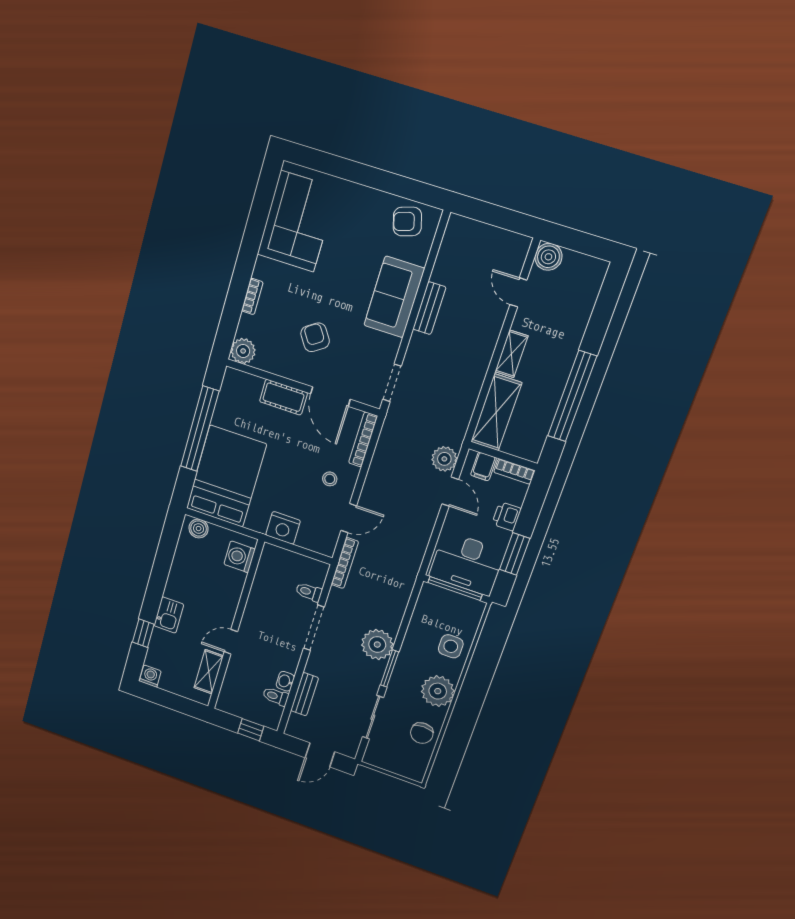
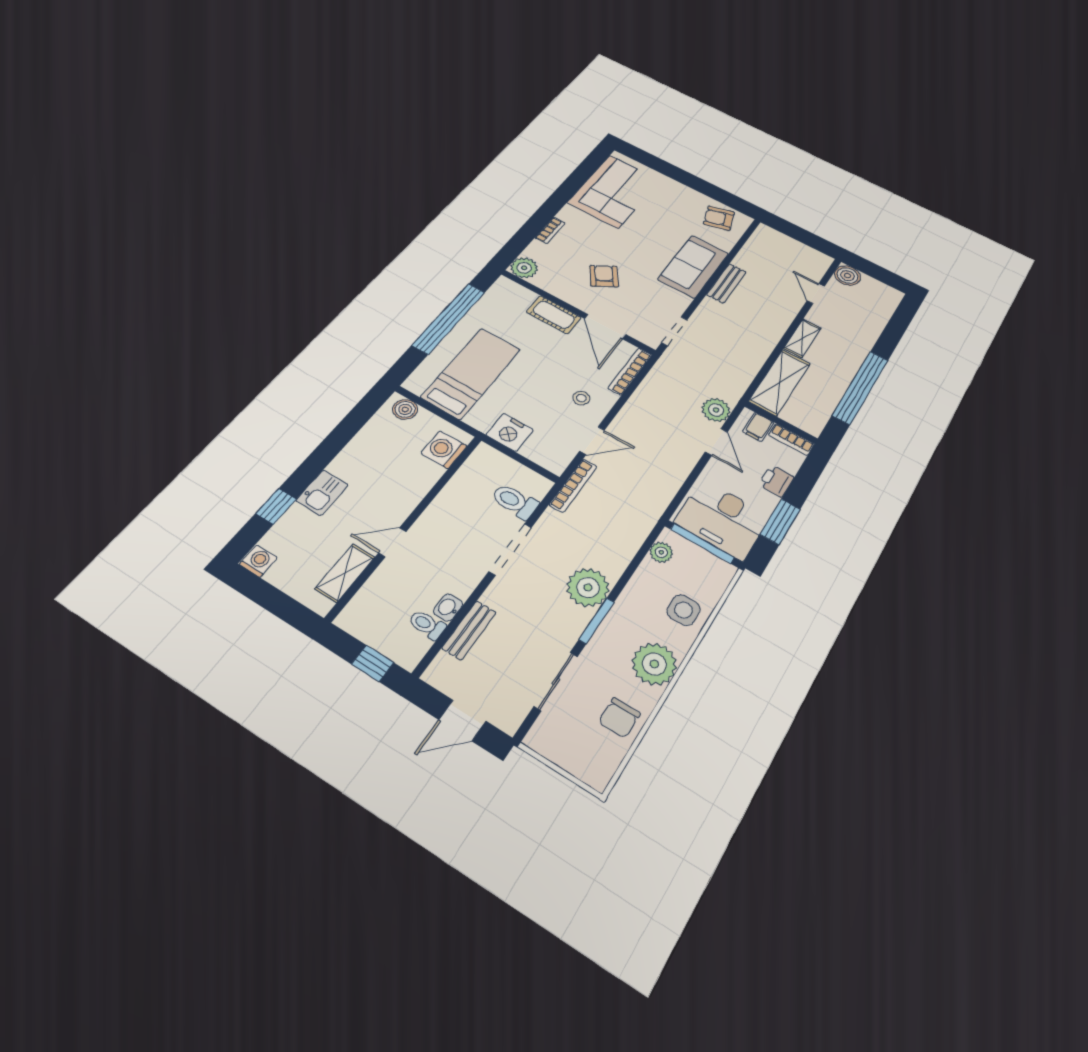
bed: (226, 476) -> (471, 373), width x0.67
toilet: (309, 592) -> (515, 501), width x1.37, depth x1.39
plant: (425, 604) -> (661, 552), added

